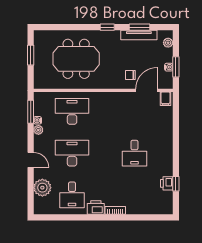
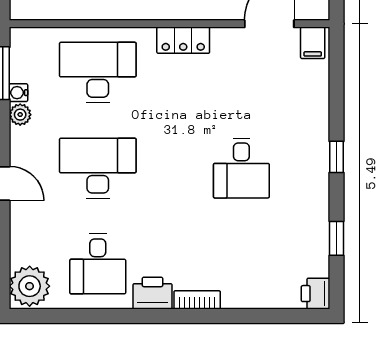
locker: (109, 98) -> (183, 40), added
window: (176, 148) -> (337, 157), added
printer: (167, 183) -> (316, 294), moved
plant: (42, 188) -> (30, 286), moved

